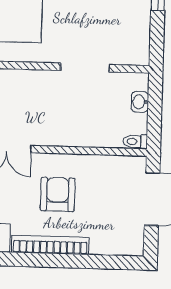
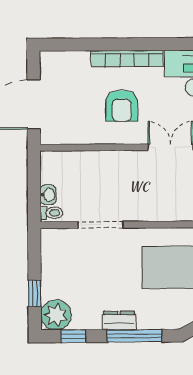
toilet: (135, 142) -> (51, 213), moved

